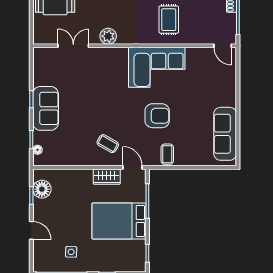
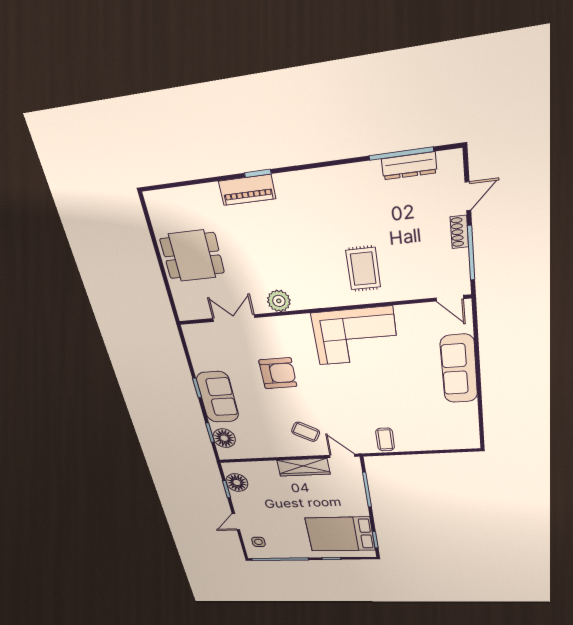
armchair: (157, 116) -> (278, 373), moved
sofa: (225, 134) -> (459, 369), moved
floor lamp: (38, 150) -> (224, 438), width x1.89, depth x1.89
wardrobe: (107, 177) -> (303, 467), width x1.50
bed: (119, 221) -> (340, 534), moved
door: (31, 230) -> (236, 522), swing flipped
side table: (71, 252) -> (258, 542), moved

